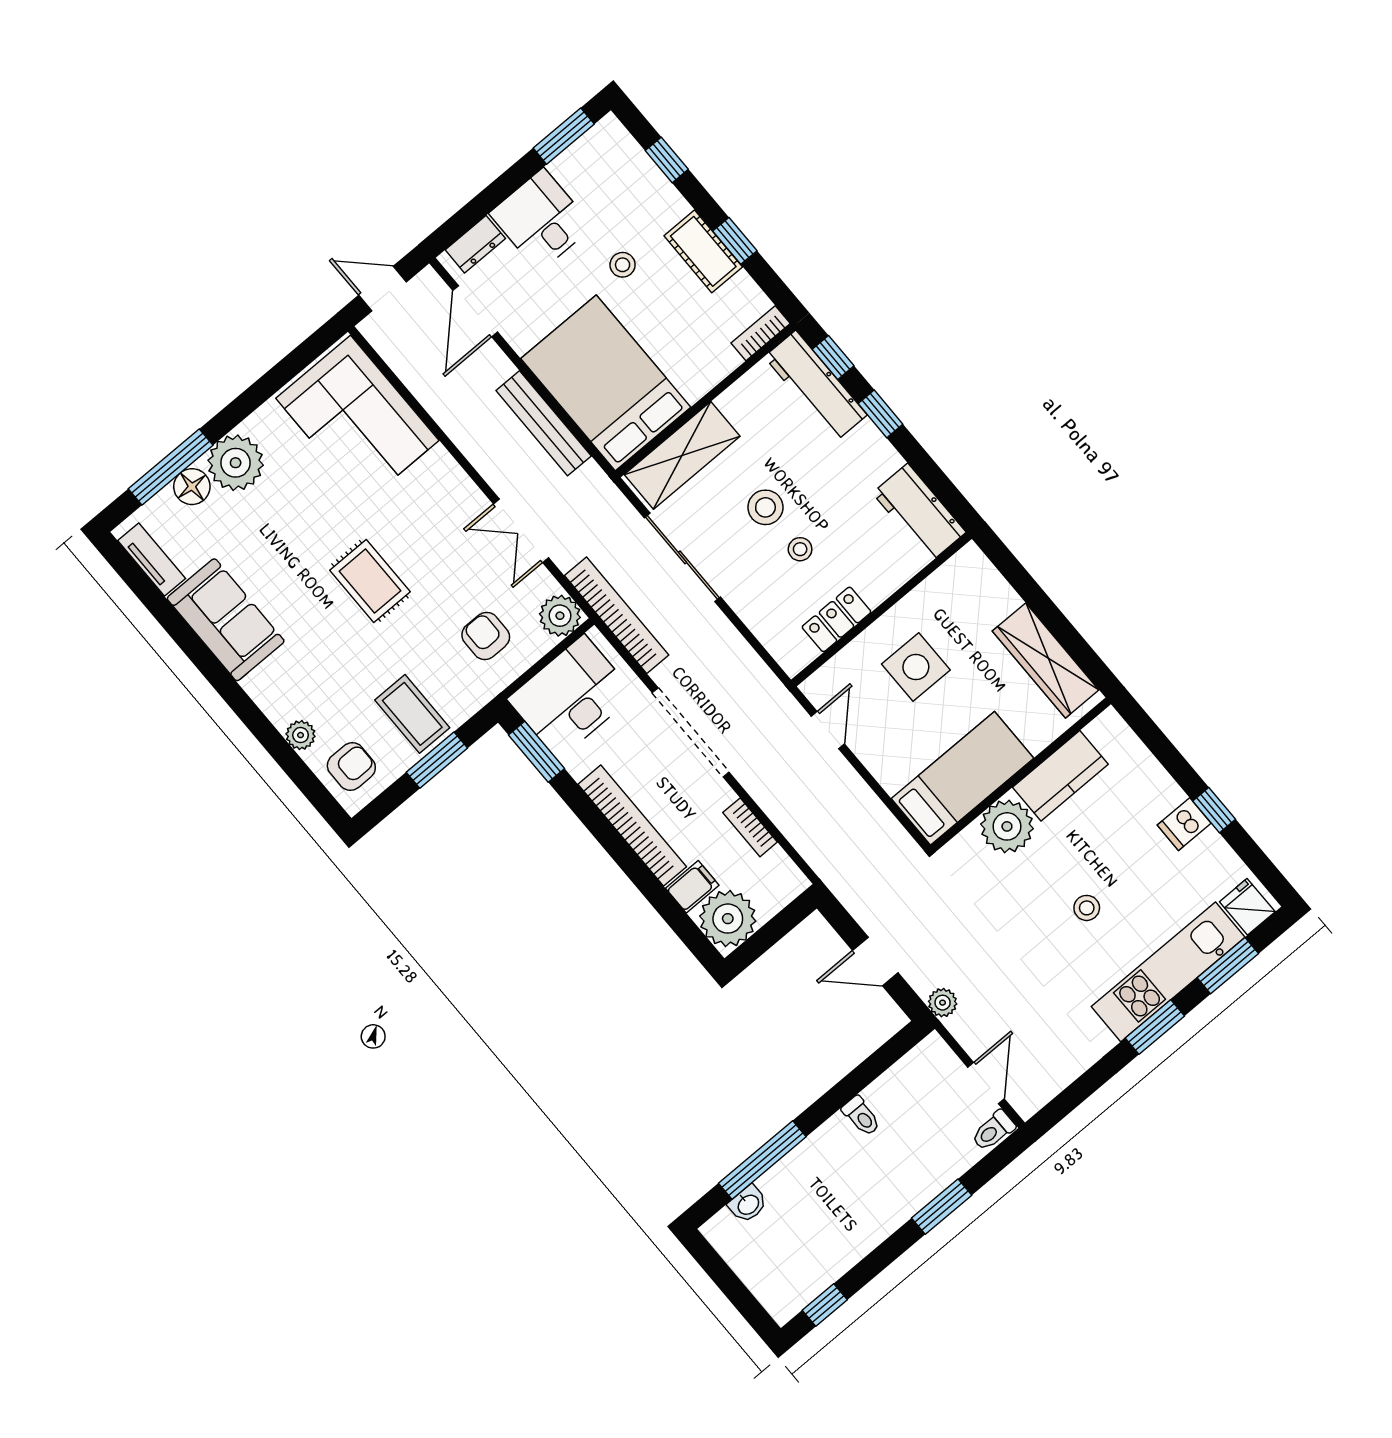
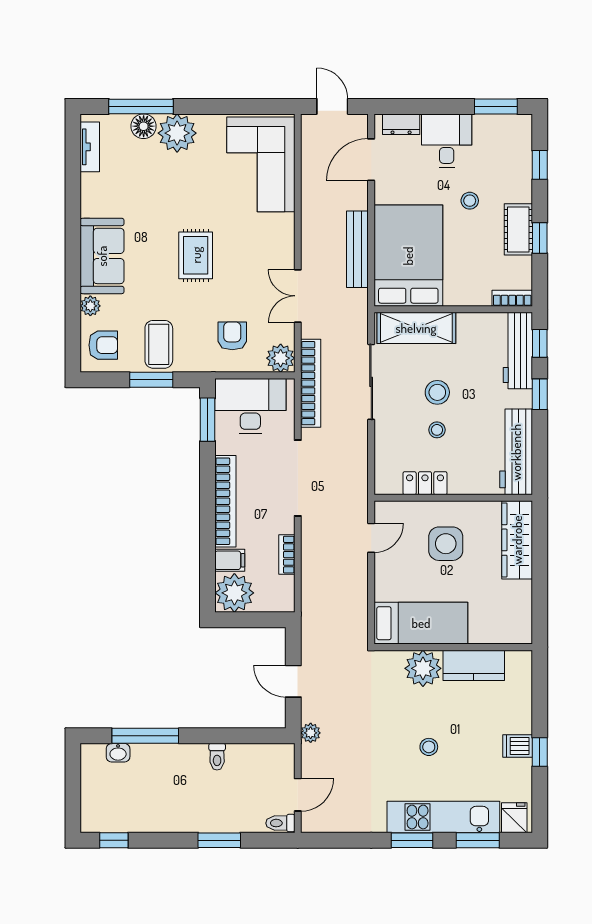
workbench: (919, 513) -> (516, 452), width x1.38
sofa: (226, 620) -> (102, 256), moved
wardrobe: (1046, 660) -> (517, 540), moved

